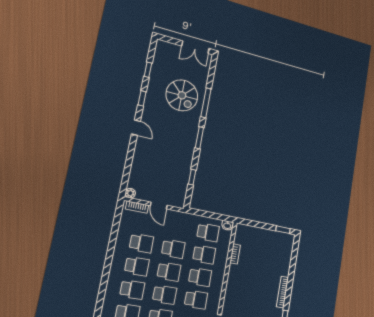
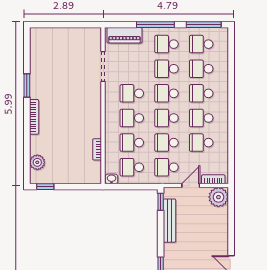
window: (192, 177) -> (161, 202), moved
bench: (184, 178) -> (169, 221), added
plant: (130, 193) -> (218, 197), width x1.87, depth x1.87
door: (159, 206) -> (191, 186), hinge flipped
school desk: (177, 226) -> (167, 167), added
plant: (286, 252) -> (37, 162), added

